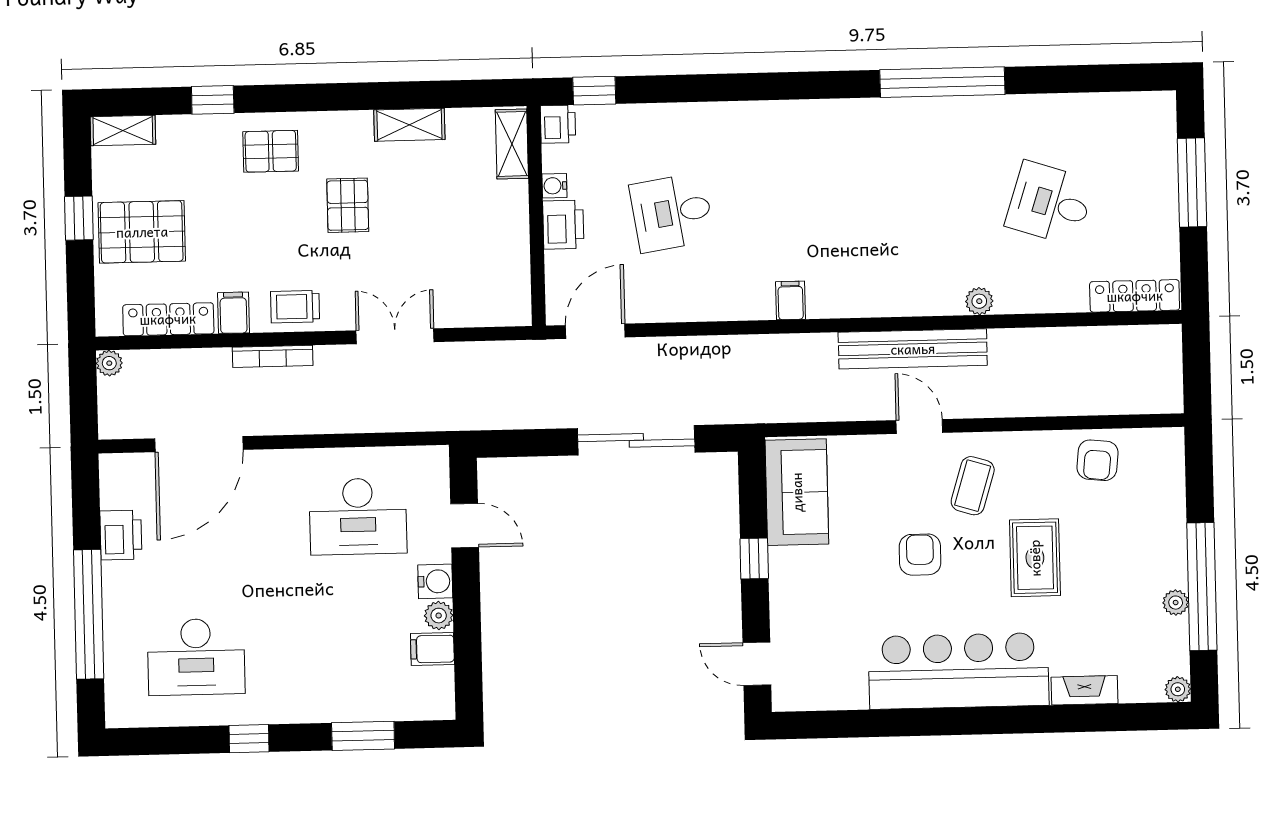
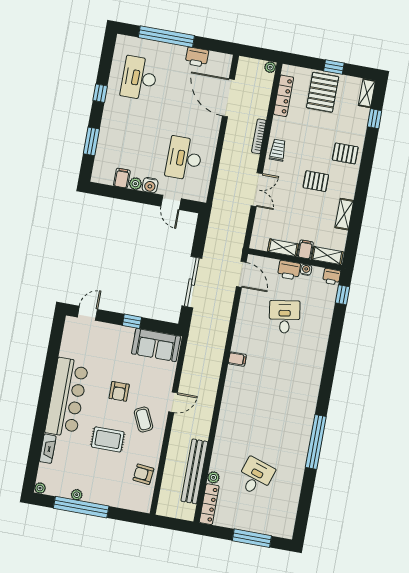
window: (213, 100) -> (375, 119), moved
pallet: (271, 151) -> (345, 153), turned 90
shelving: (515, 249) -> (283, 248), added
plant: (979, 301) -> (213, 477), moved
filing cabinet: (233, 313) -> (305, 249), moved, turned -90
bench: (913, 349) -> (194, 471), moved
coffee table: (973, 486) -> (143, 420), turned 48
door: (465, 526) -> (171, 202), hinge flipped
armchair: (920, 555) -> (119, 391), turned 90

